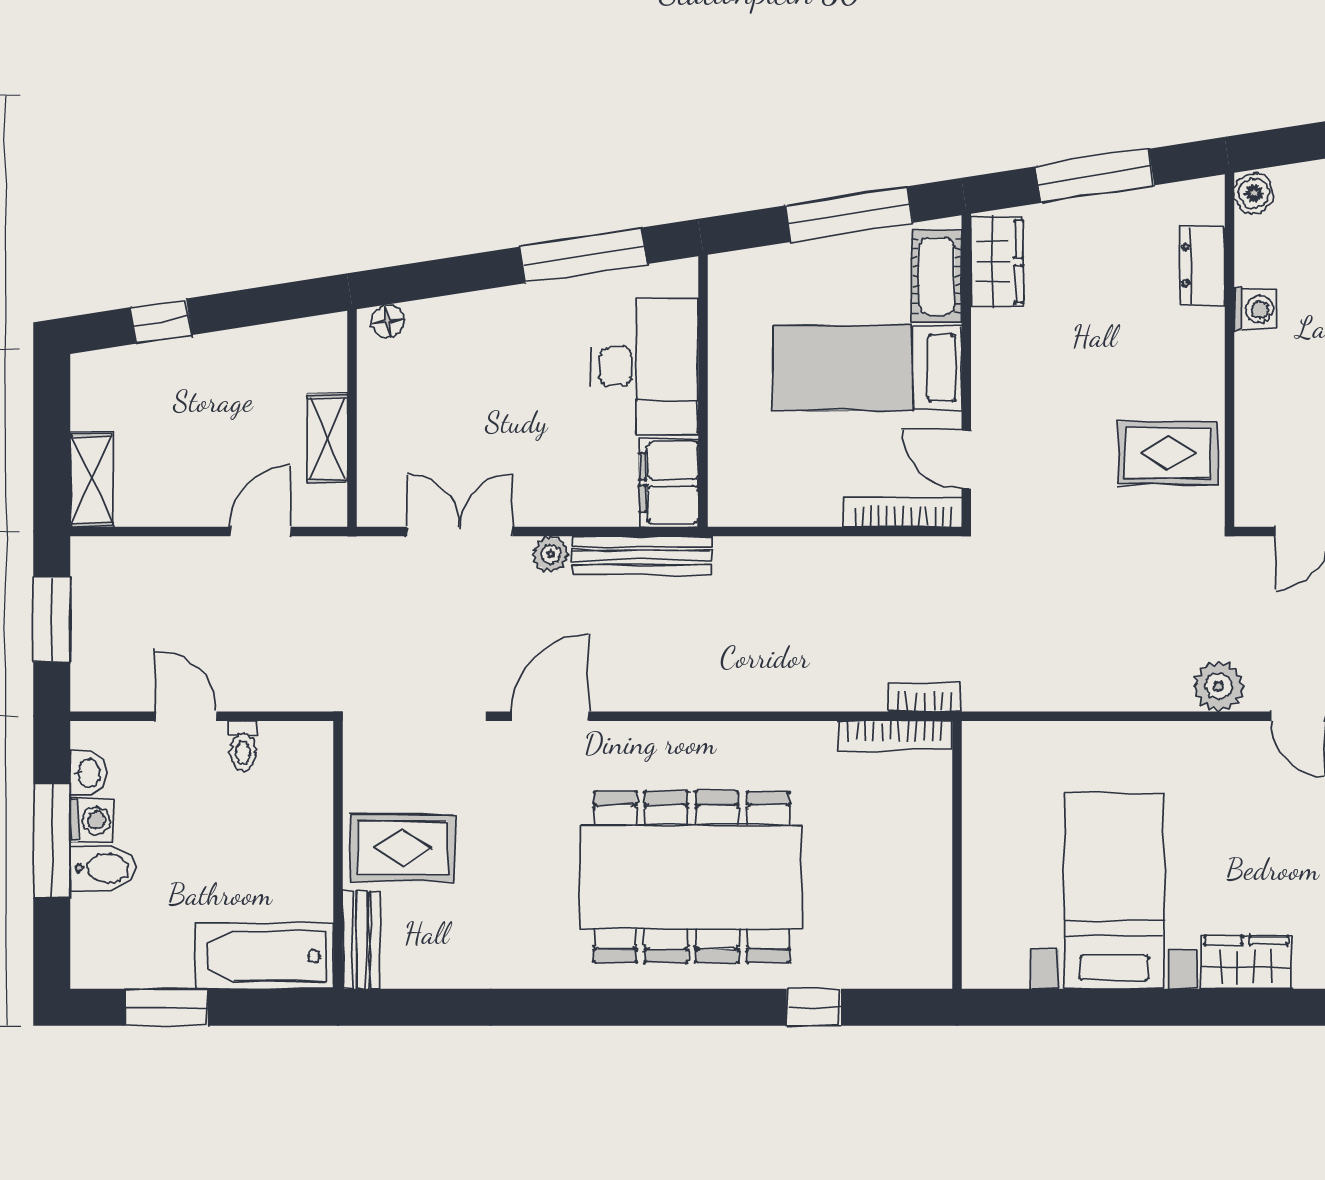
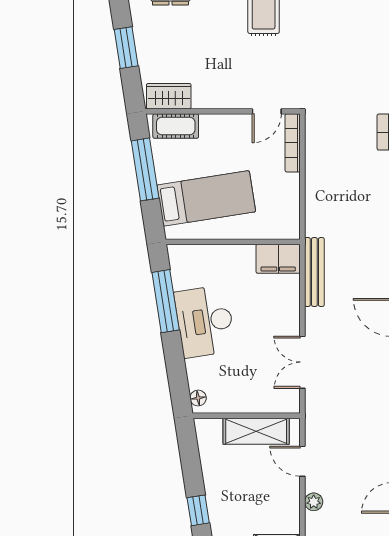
window: (1095, 176) -> (126, 48), width x0.69
desk: (645, 366) -> (205, 321), moved, turned -99
bed: (867, 368) -> (206, 198), moved, turned -99
shelving: (327, 438) -> (256, 431), width x1.50, depth x1.33
plant: (551, 554) -> (314, 502), moved

